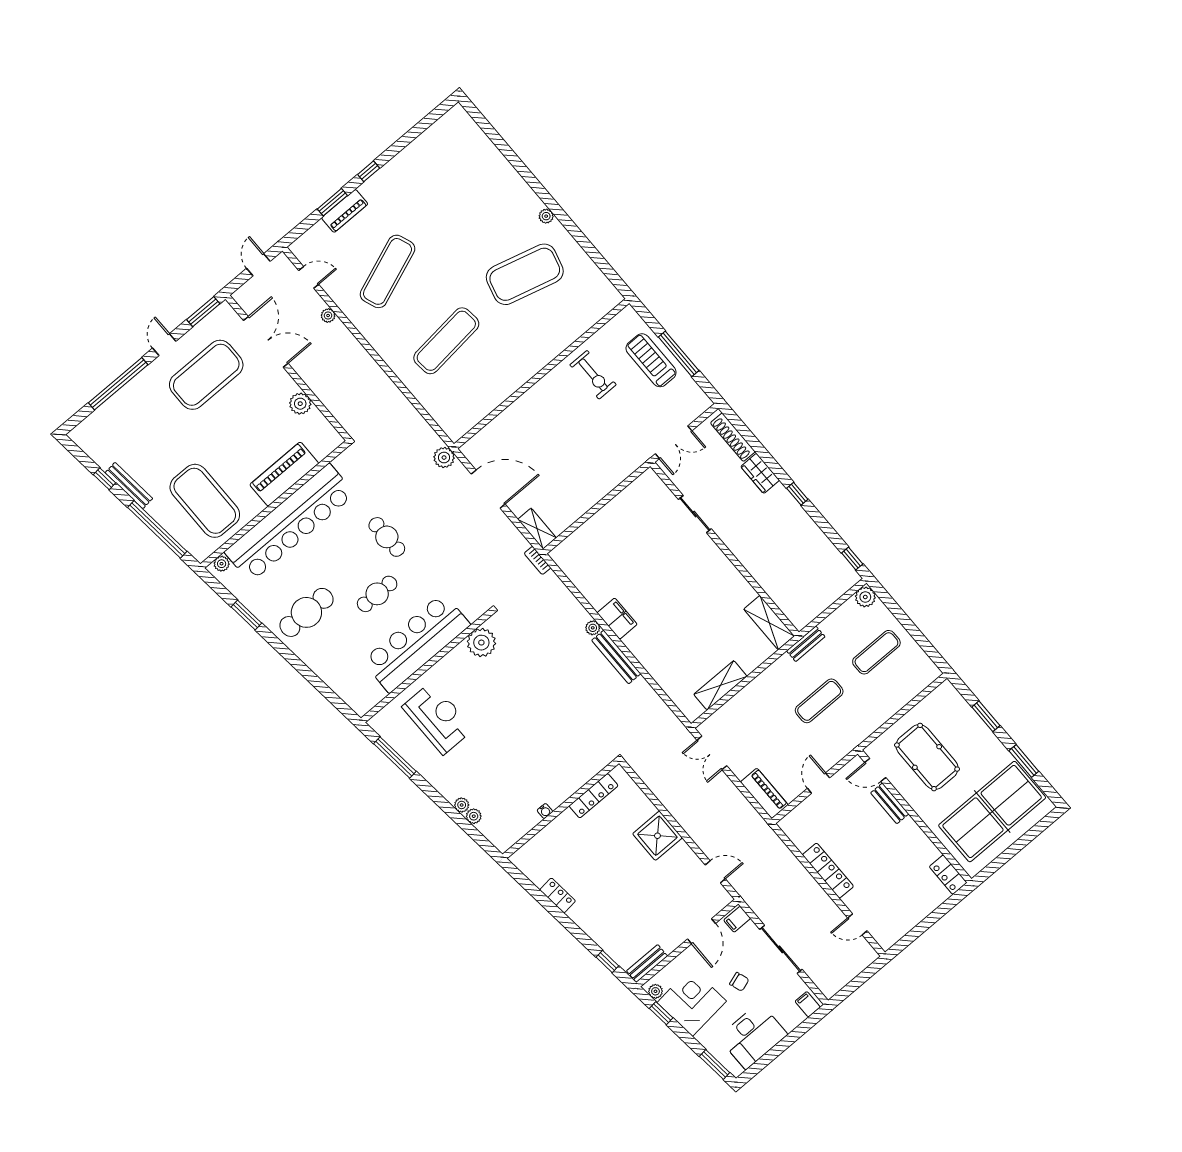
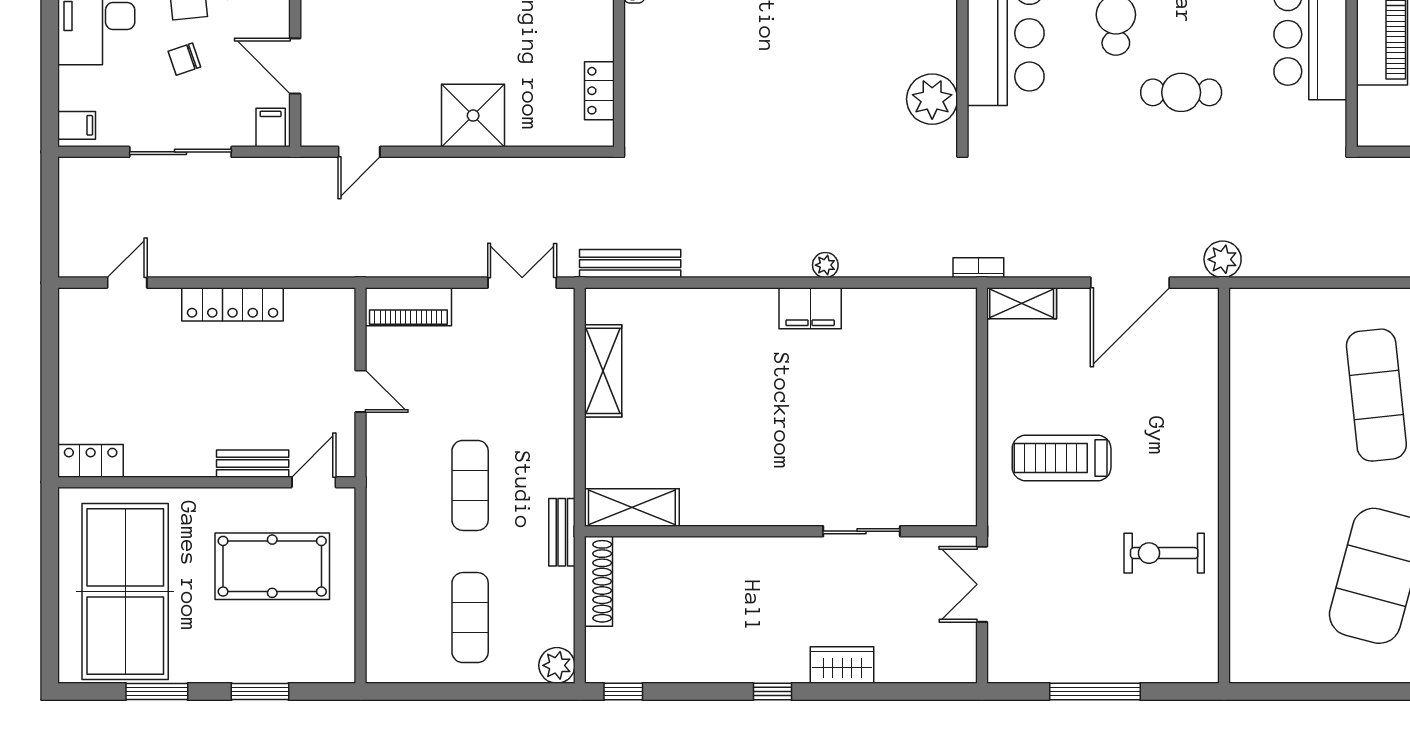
treadmill: (651, 360) -> (1062, 458), moved, turned 180
shoe rack: (733, 437) -> (599, 581), moved, turned 90
bench: (616, 657) -> (630, 264), moved
locker: (594, 796) -> (599, 91), width x0.66

